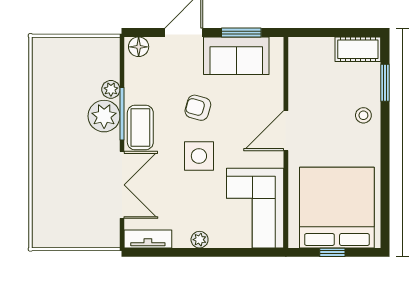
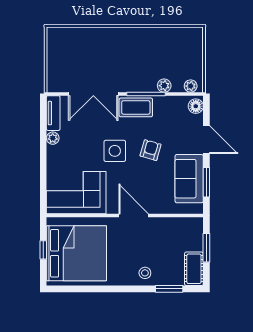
window: (329, 32) -> (206, 248), added
plant: (104, 116) -> (191, 86), moved, width x0.53, depth x0.53
plant: (200, 240) -> (53, 138), moved

